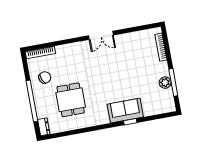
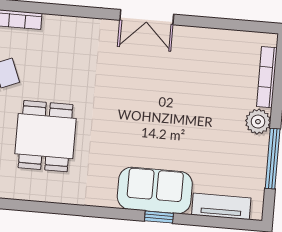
plant: (165, 83) -> (258, 122), moved
tv unit: (156, 110) -> (221, 206), added

